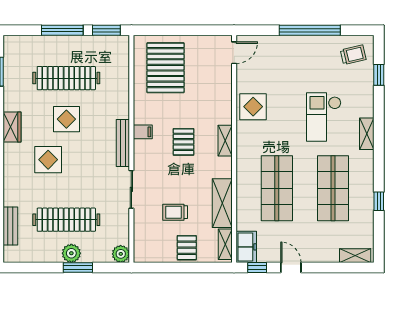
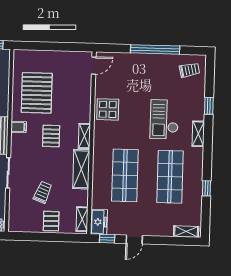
pallet: (166, 68) -> (37, 93), moved
window: (379, 75) -> (209, 106), moved
shelving: (222, 203) -> (81, 169), moved
trolley: (175, 212) -> (43, 192), turned 111
door: (291, 267) -> (134, 239), swing flipped

